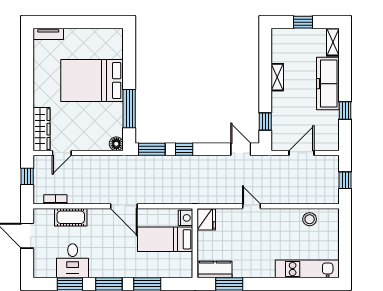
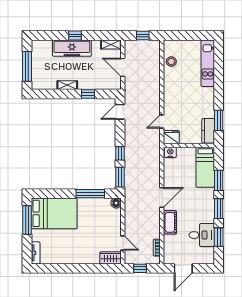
window: (93, 22) -> (27, 220), added
window: (303, 22) -> (27, 66), width x2.17
shelving: (333, 42) -> (111, 44), moved
bed: (92, 81) -> (54, 213), moved, turned -90
window: (345, 110) -> (75, 36), moved
window: (265, 122) -> (88, 94), moved
wardrobe: (41, 129) -> (111, 258), width x0.67
door: (251, 206) -> (162, 121), moved
cot: (71, 217) -> (170, 222), moved
bed: (165, 239) -> (205, 167), moved

